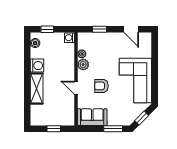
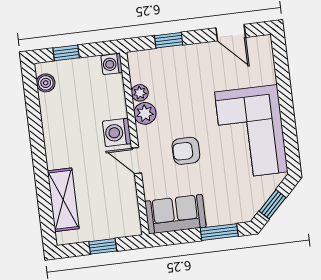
washing machine: (37, 66) -> (117, 132), moved, turned 180
shelving: (37, 89) -> (63, 200), moved

